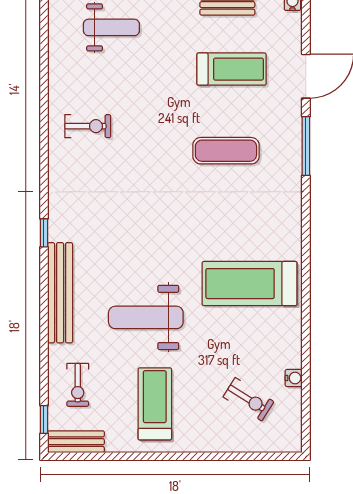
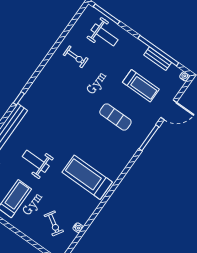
exercise bike: (88, 126) -> (76, 57), moved
weight bench: (146, 317) -> (36, 161), width x0.73, depth x0.75

